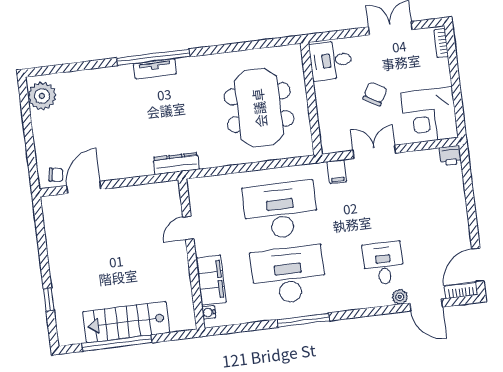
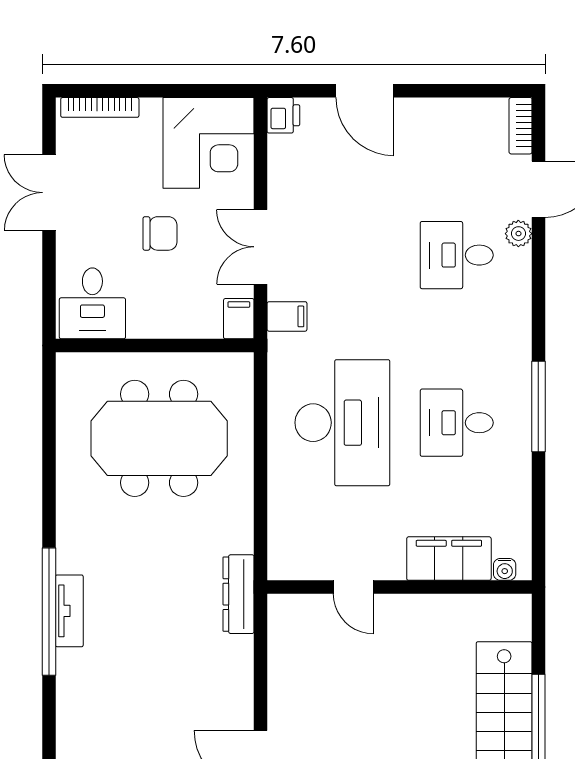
bookcase: (441, 43) -> (100, 107), width x1.56
chair: (375, 94) -> (160, 233), turned 150
filing cabinet: (332, 144) -> (239, 319), added
desk: (281, 210) -> (342, 423), turned 180
door: (478, 265) -> (365, 91), moved
desk: (288, 275) -> (457, 423), width x0.53, depth x0.77

